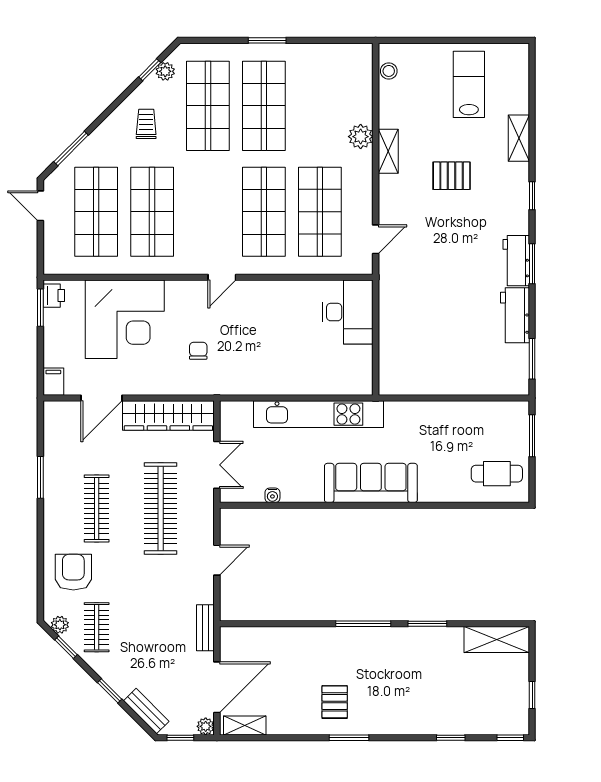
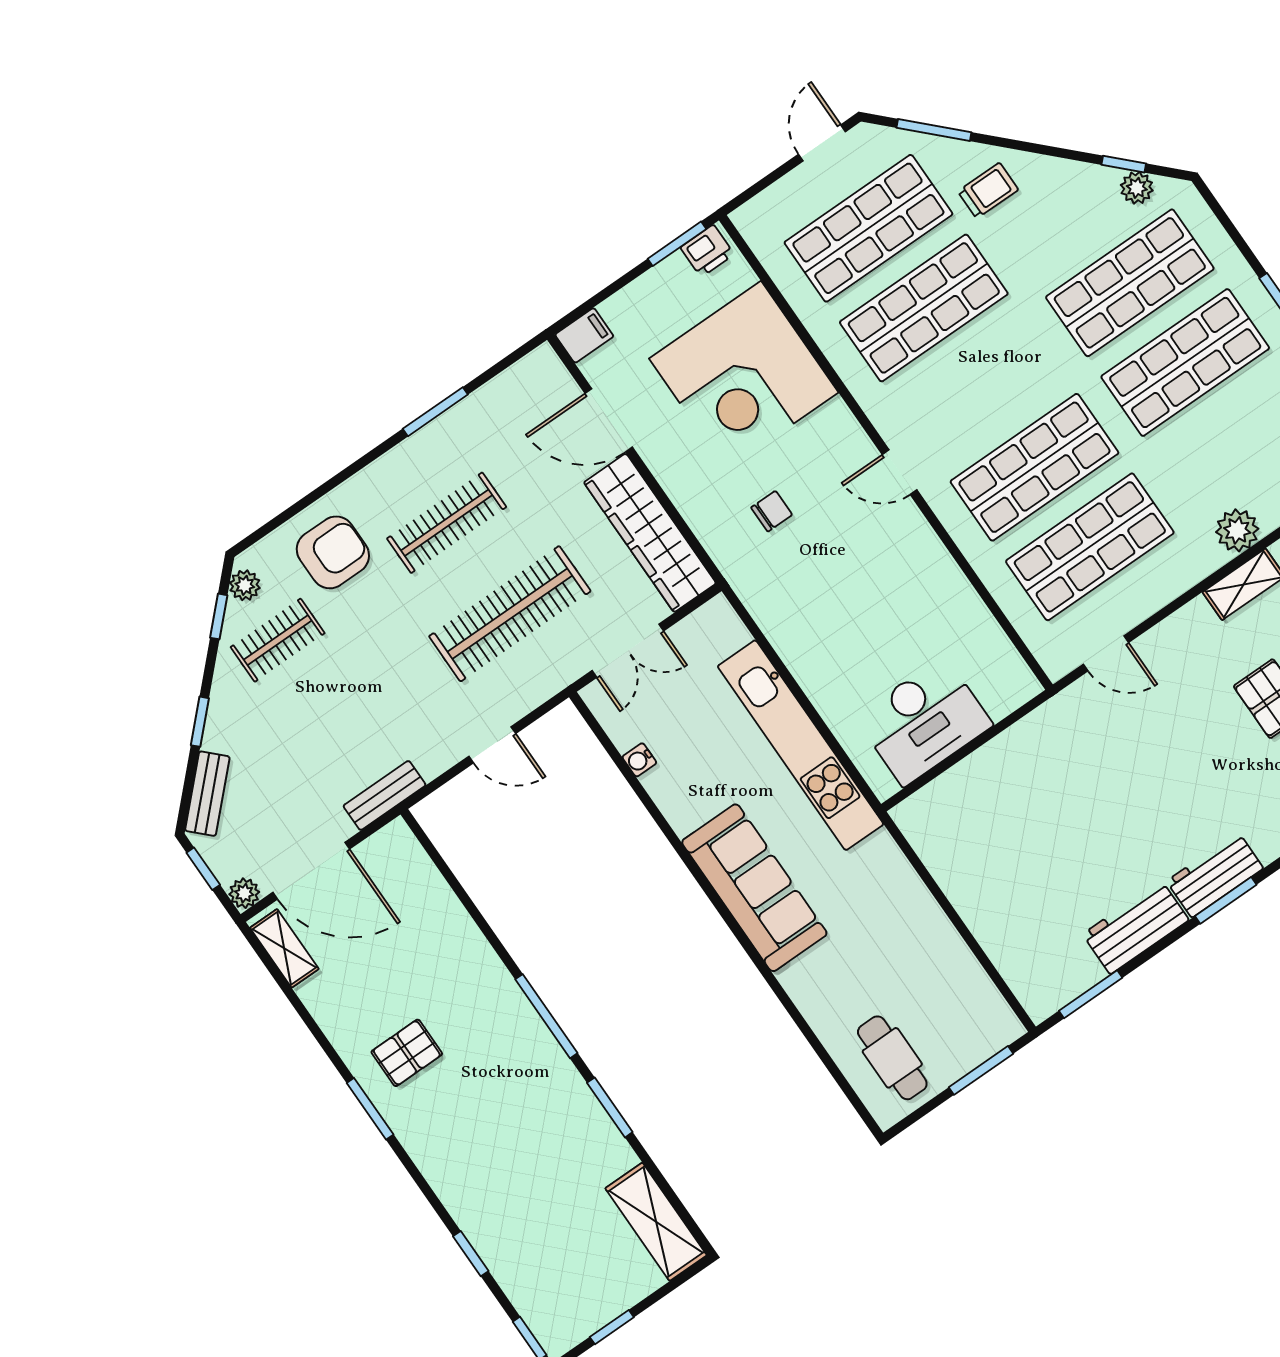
trolley: (146, 124) -> (988, 191), moved
desk: (348, 312) -> (924, 721), moved

